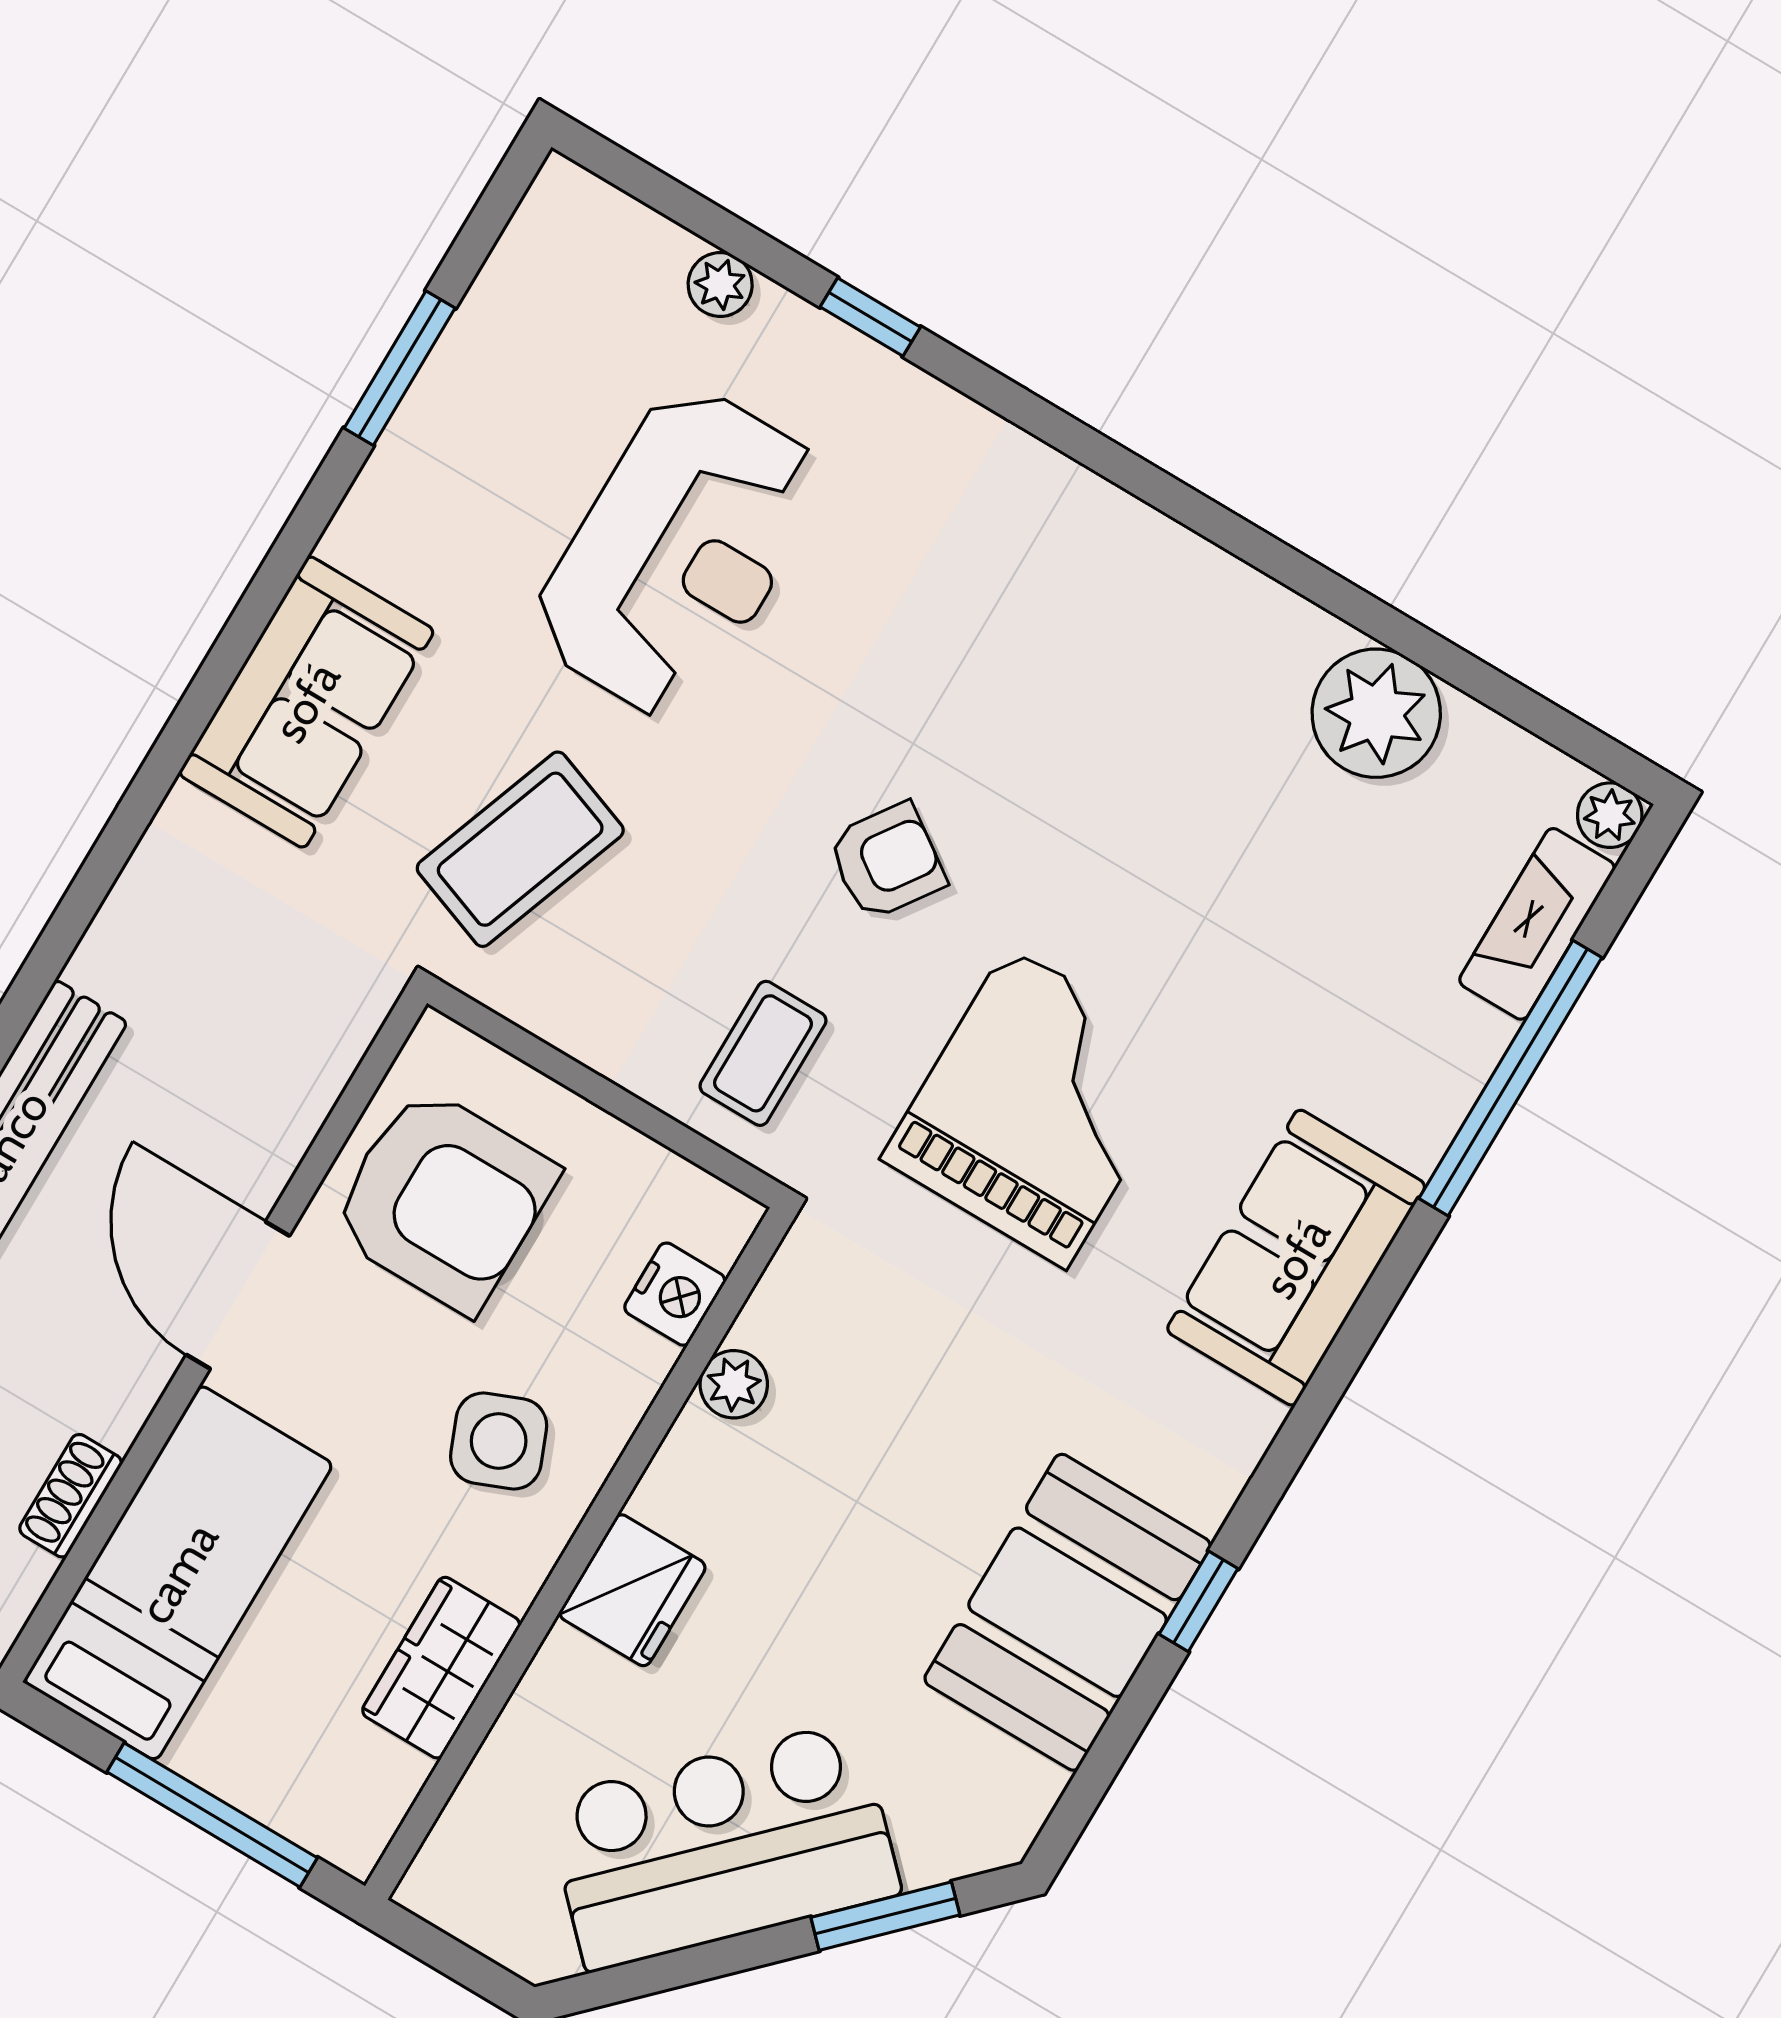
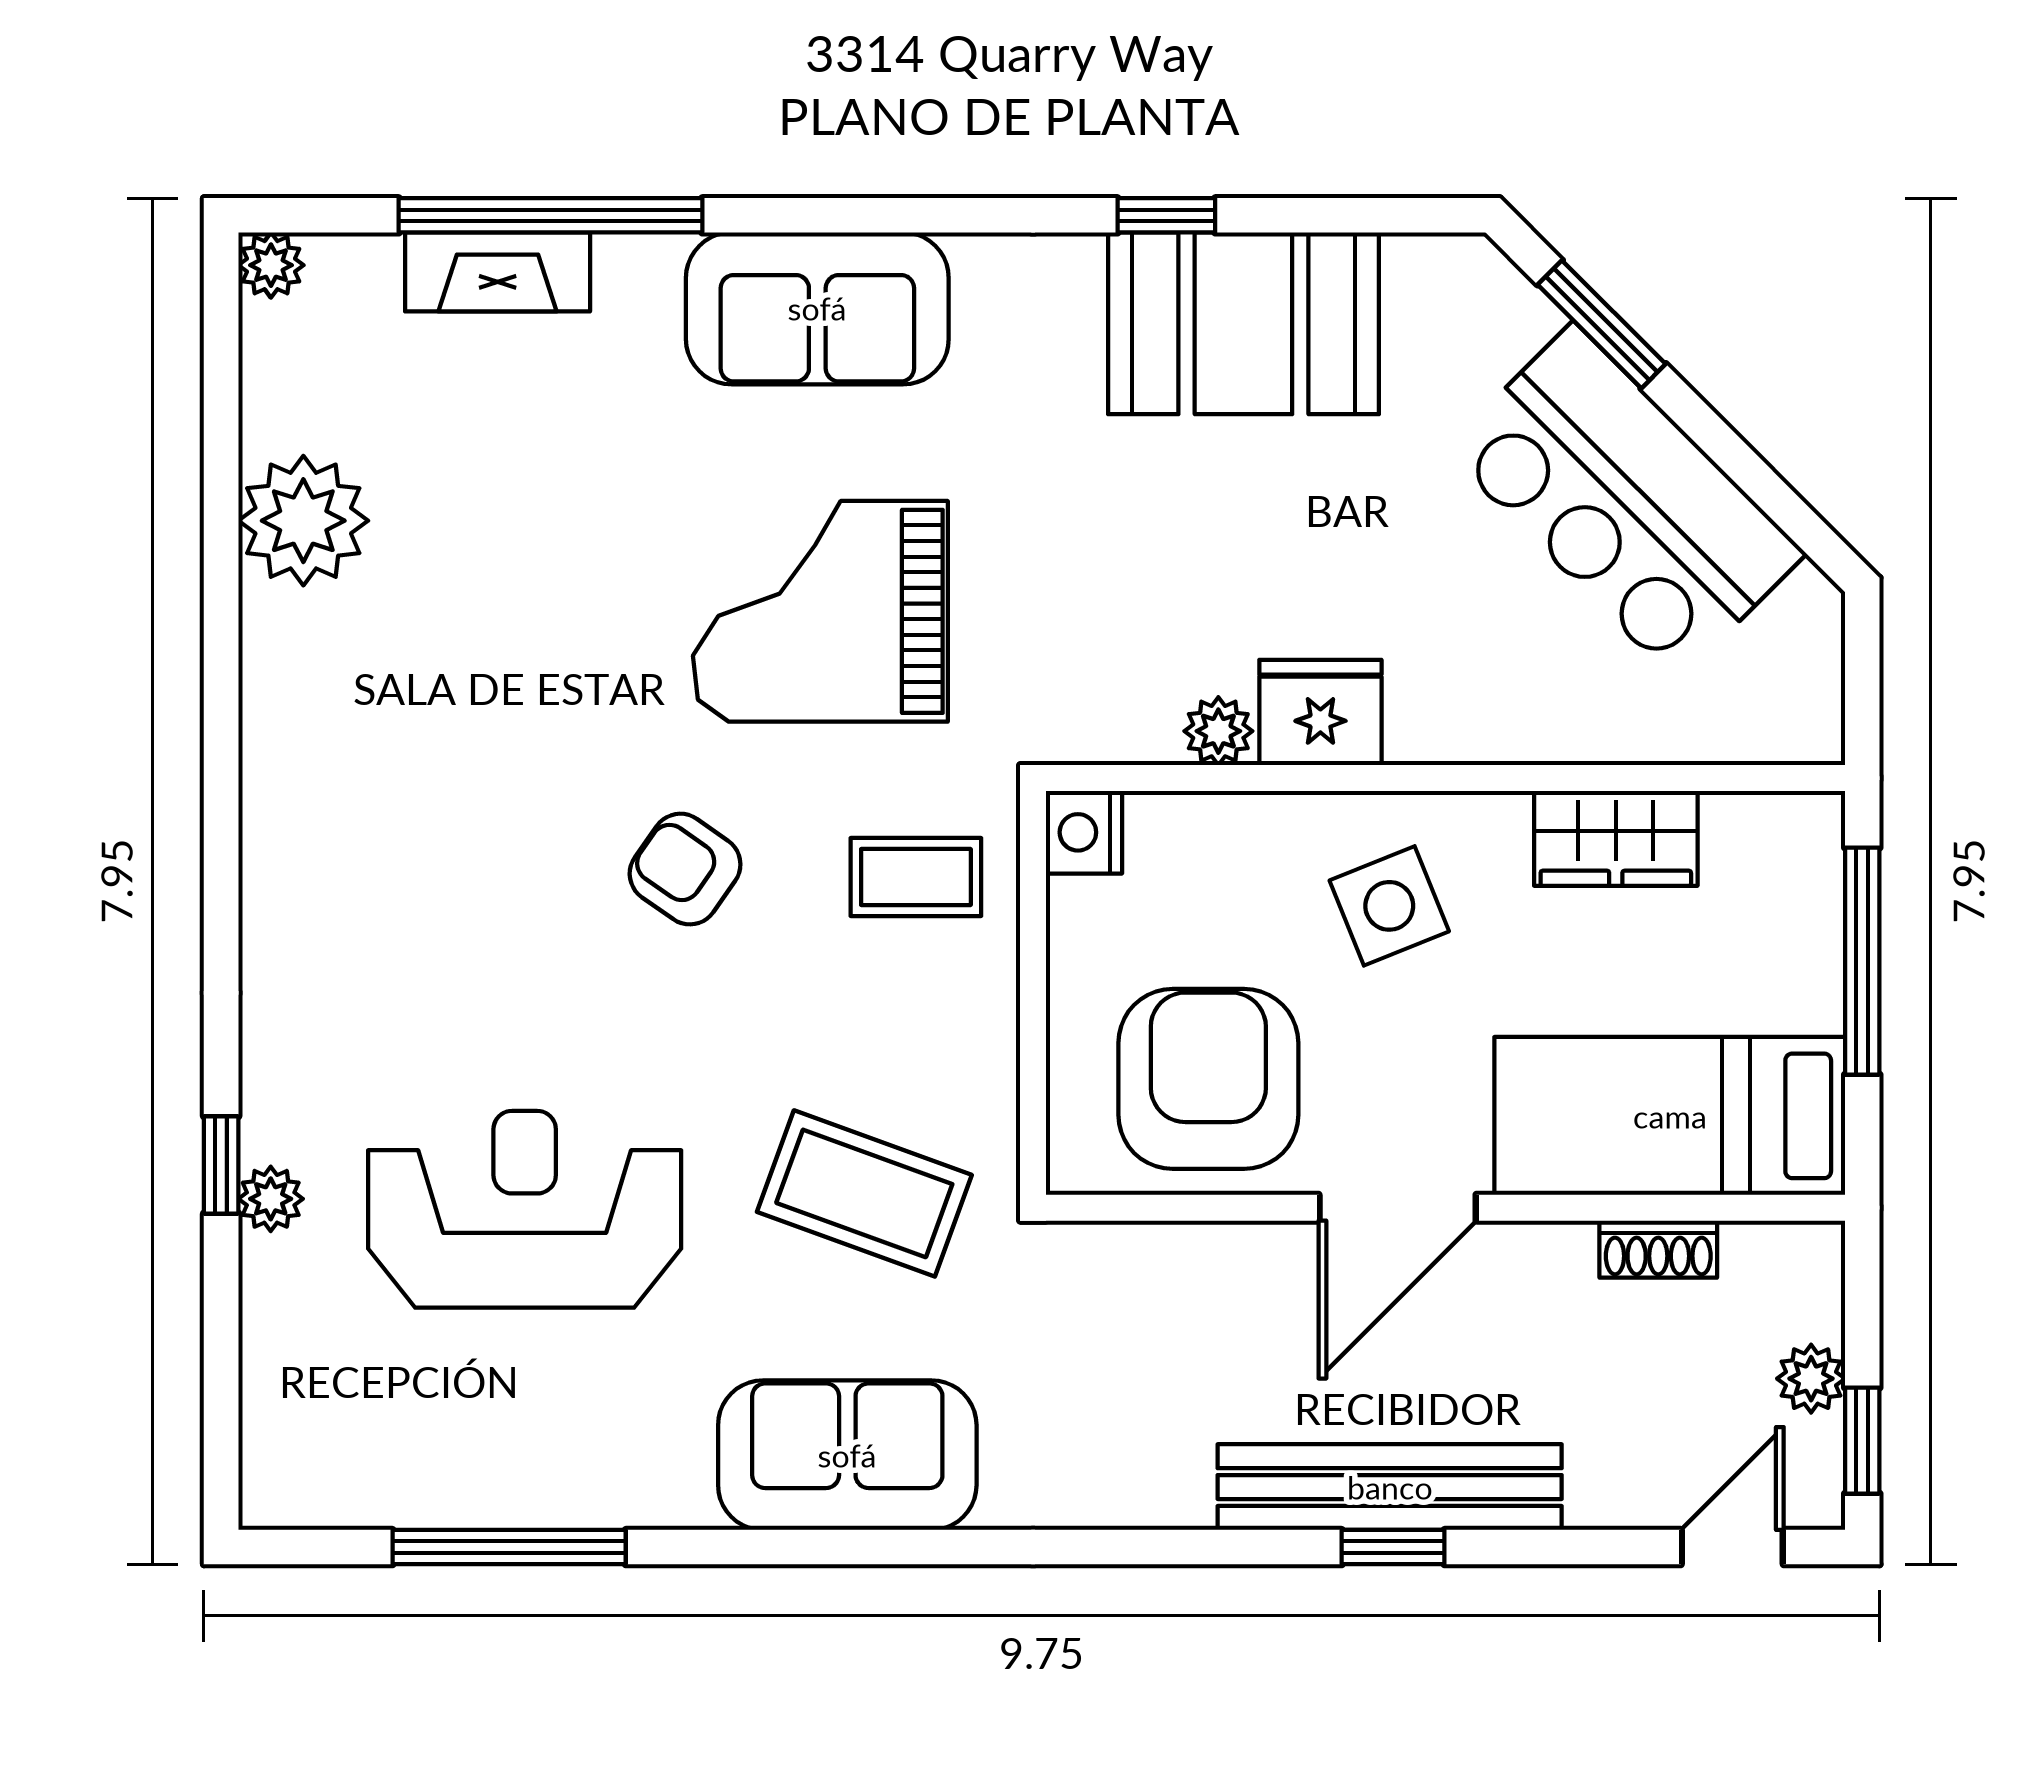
plant: (720, 285) -> (271, 1199), moved
window: (400, 368) -> (509, 1547), width x1.44
fireplace: (1537, 924) -> (498, 272), moved
nightstand: (675, 1294) -> (1084, 832), moved, turned -90
fridge: (632, 1590) -> (1320, 713), moved

